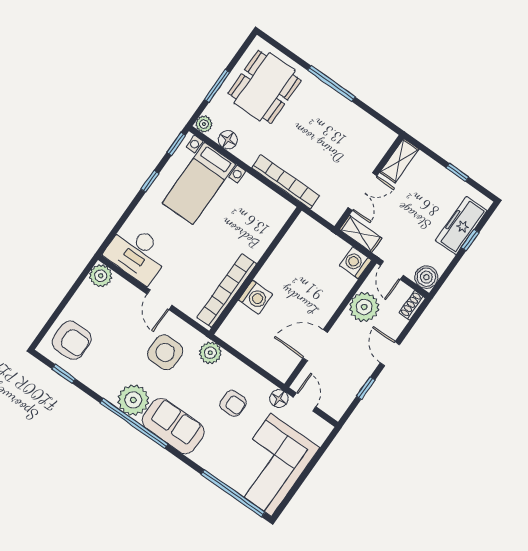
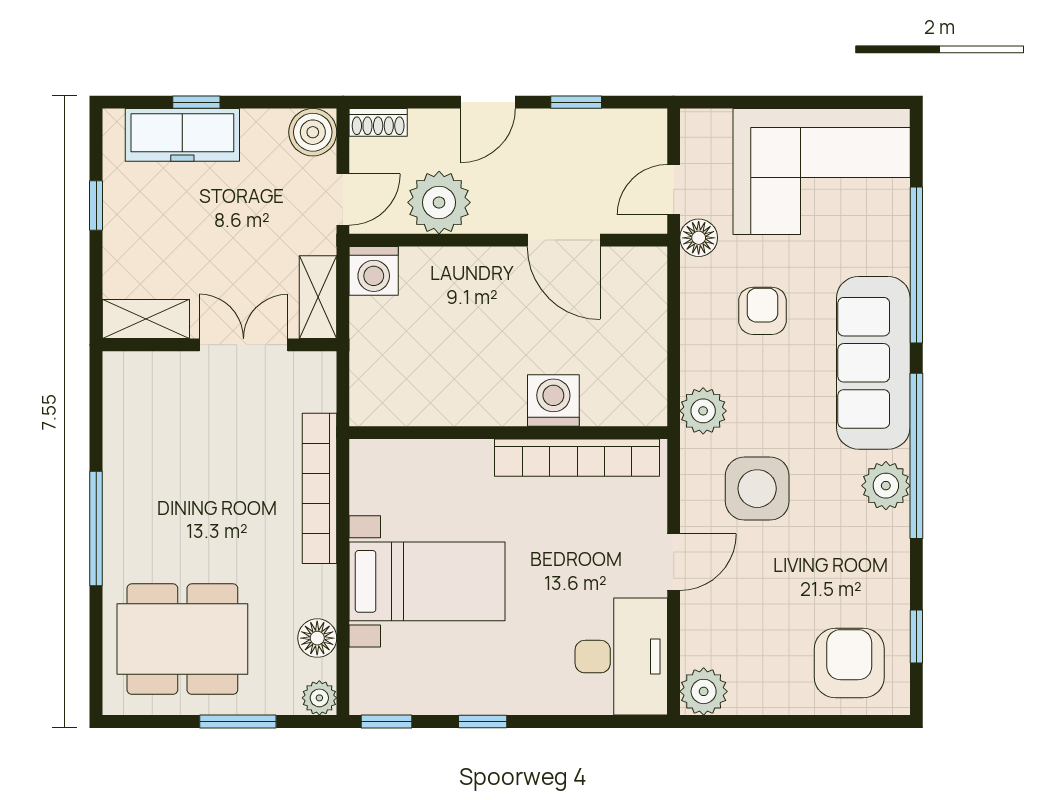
bed with nightstands: (199, 183) -> (427, 581), moved
plant: (133, 400) -> (886, 486), width x0.73, depth x0.73
sofa: (173, 426) -> (873, 363), width x1.36
window: (233, 493) -> (916, 265), moved

